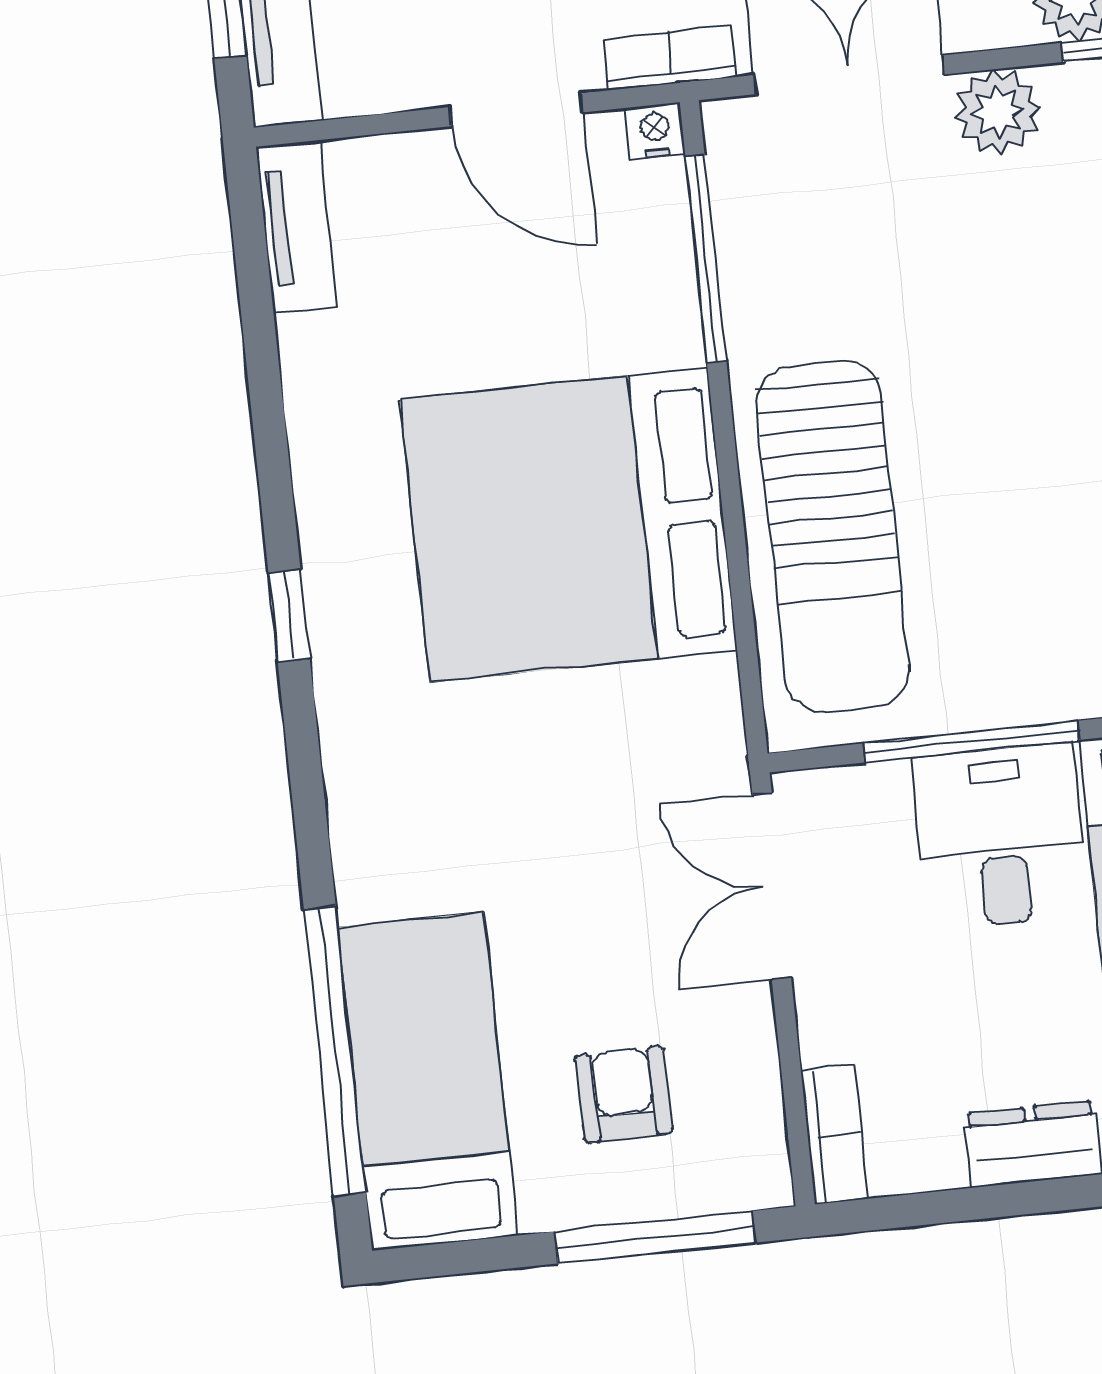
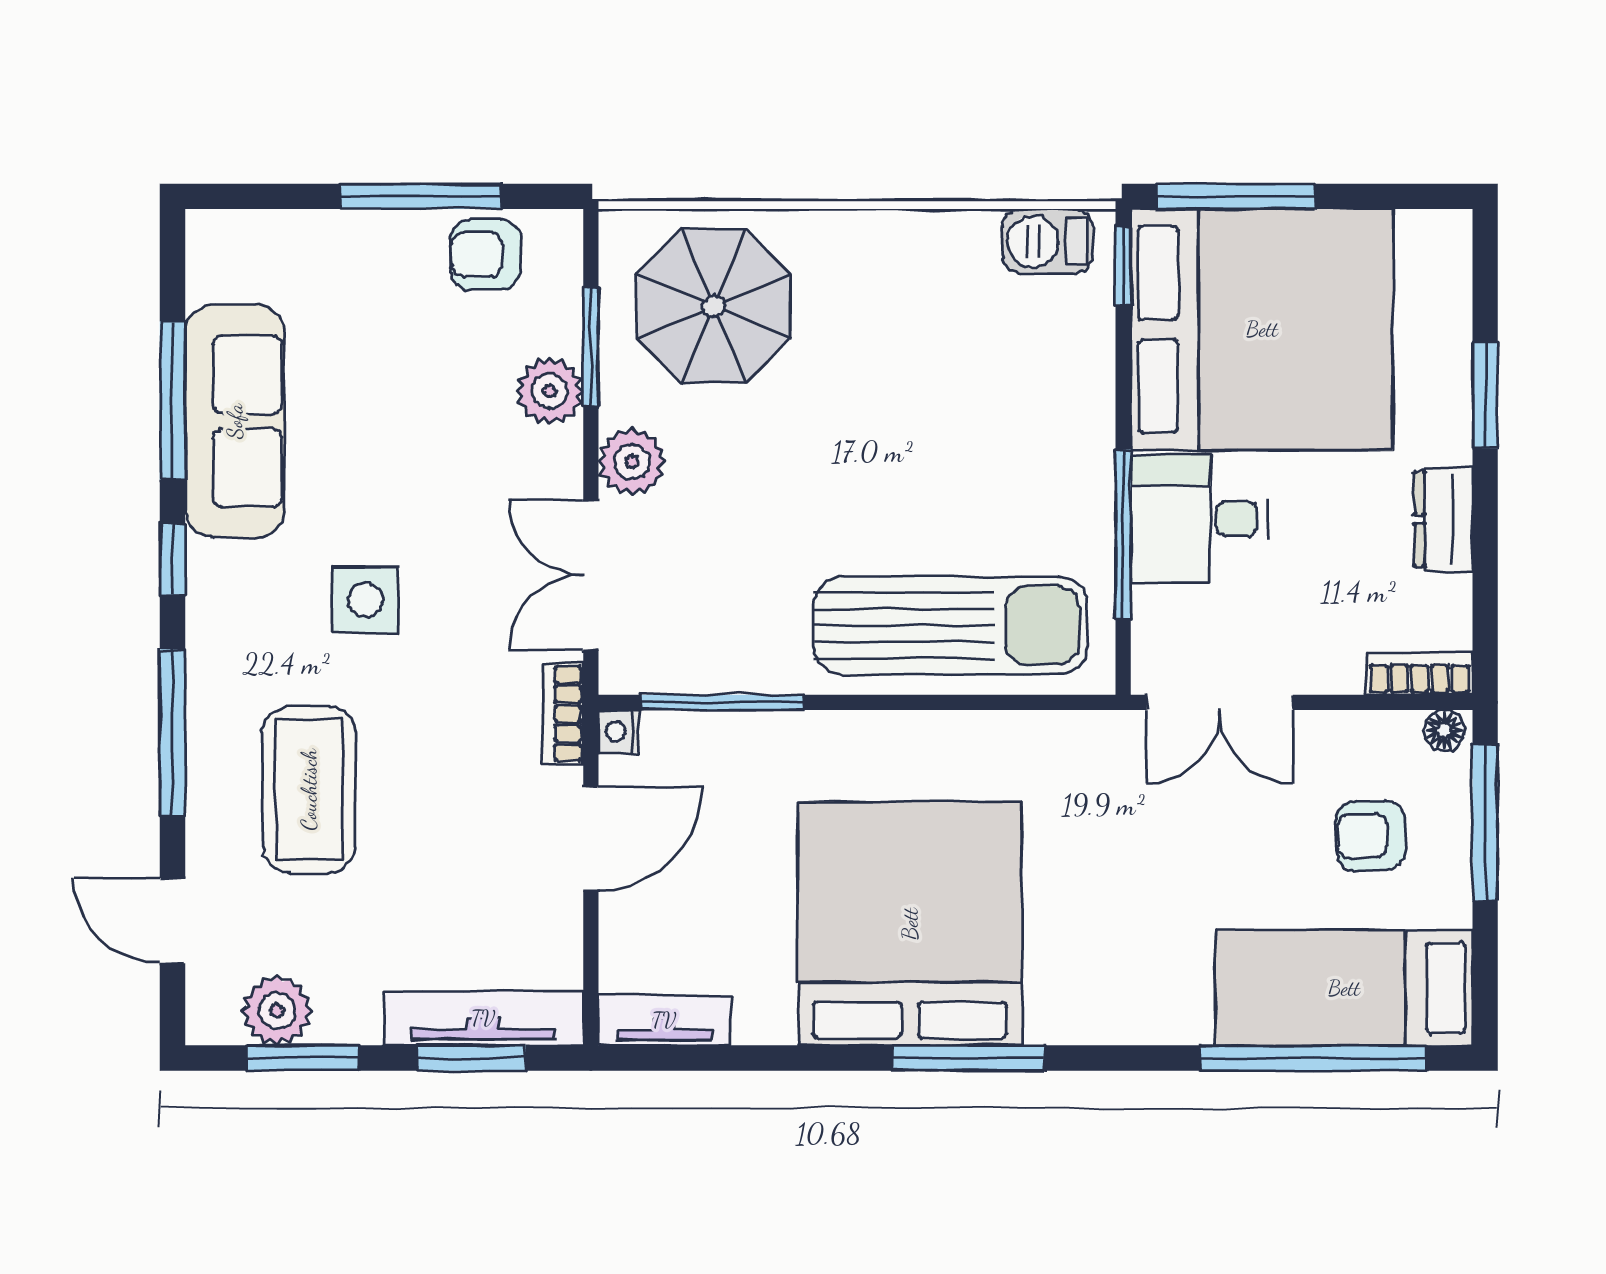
bed: (569, 525) -> (910, 924), moved, turned 180
window: (289, 616) -> (969, 1058), width x2.17
floor lamp: (766, 1173) -> (1444, 730), added

